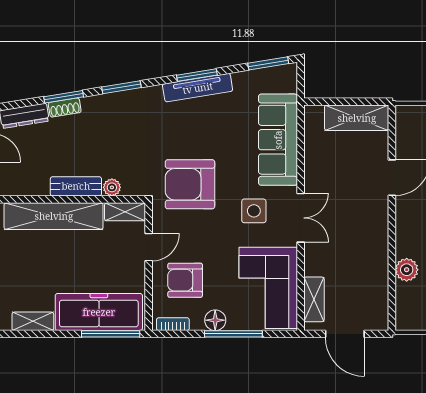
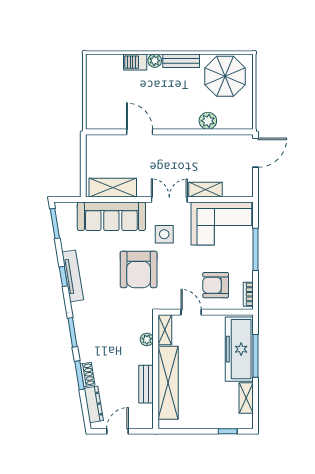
window: (197, 75) -> (63, 276), width x0.67
shelving: (357, 118) -> (113, 188), moved, turned 90
armchair: (190, 184) -> (139, 269), moved
bench: (76, 186) -> (146, 384), moved
armchair: (185, 280) -> (216, 285), turned 90
shelving: (314, 299) -> (206, 190), moved
floor lamp: (215, 320) -> (245, 263), removed
window: (111, 334) -> (255, 356), moved
door: (345, 334) -> (255, 153), moved

